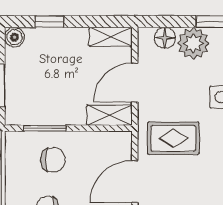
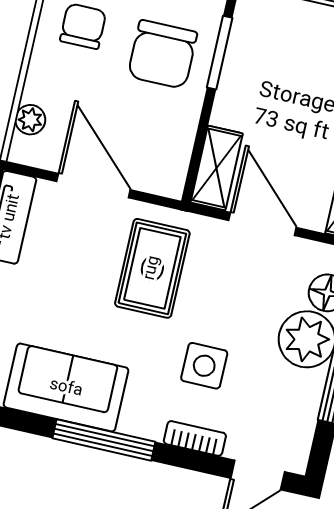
chair: (53, 160) -> (162, 54), width x1.37, depth x1.37

